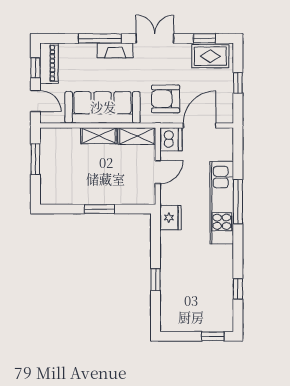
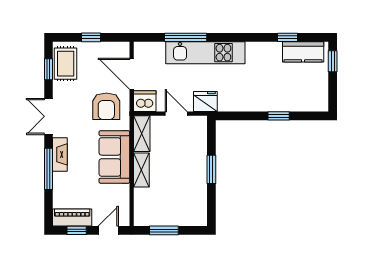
sofa: (103, 107) -> (114, 157), width x0.73
window: (238, 202) -> (186, 37), moved
fridge: (171, 218) -> (205, 102), moved
kitchen counter: (223, 305) -> (303, 52), added

